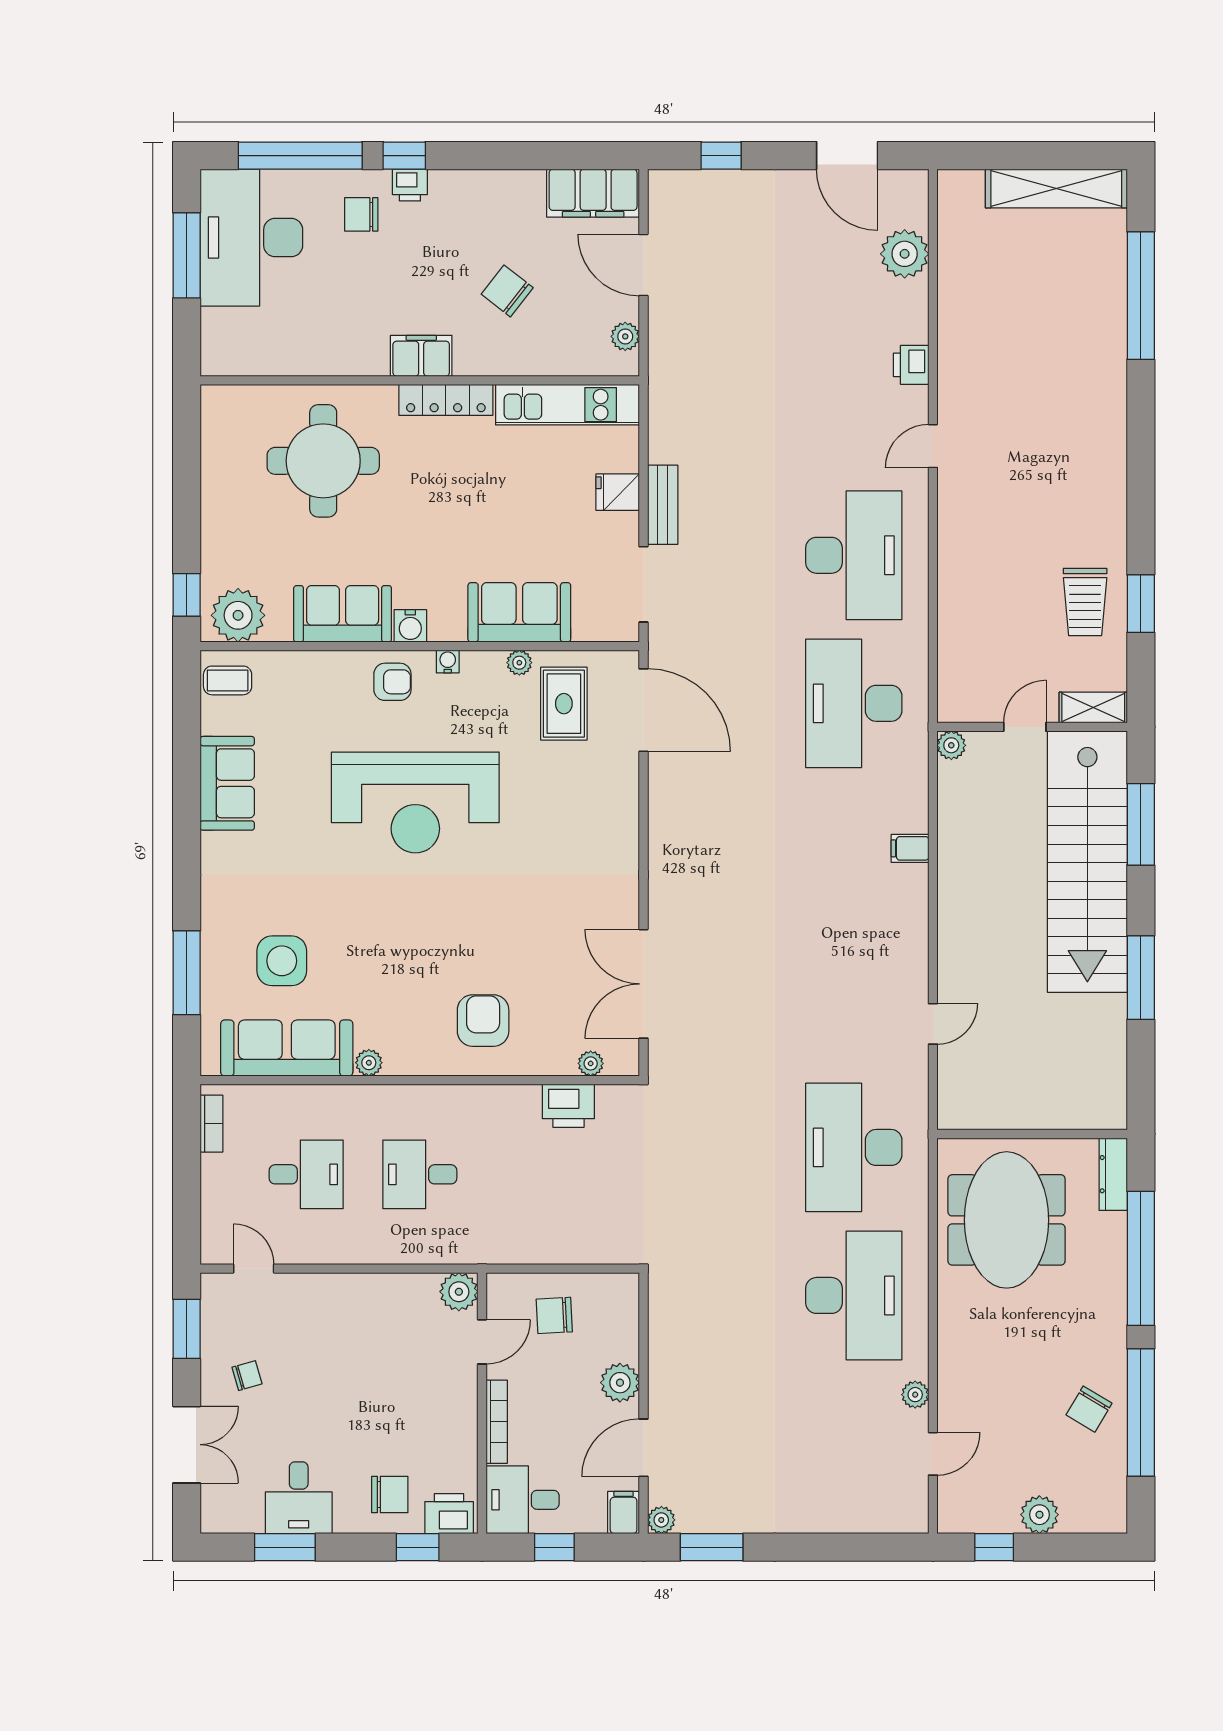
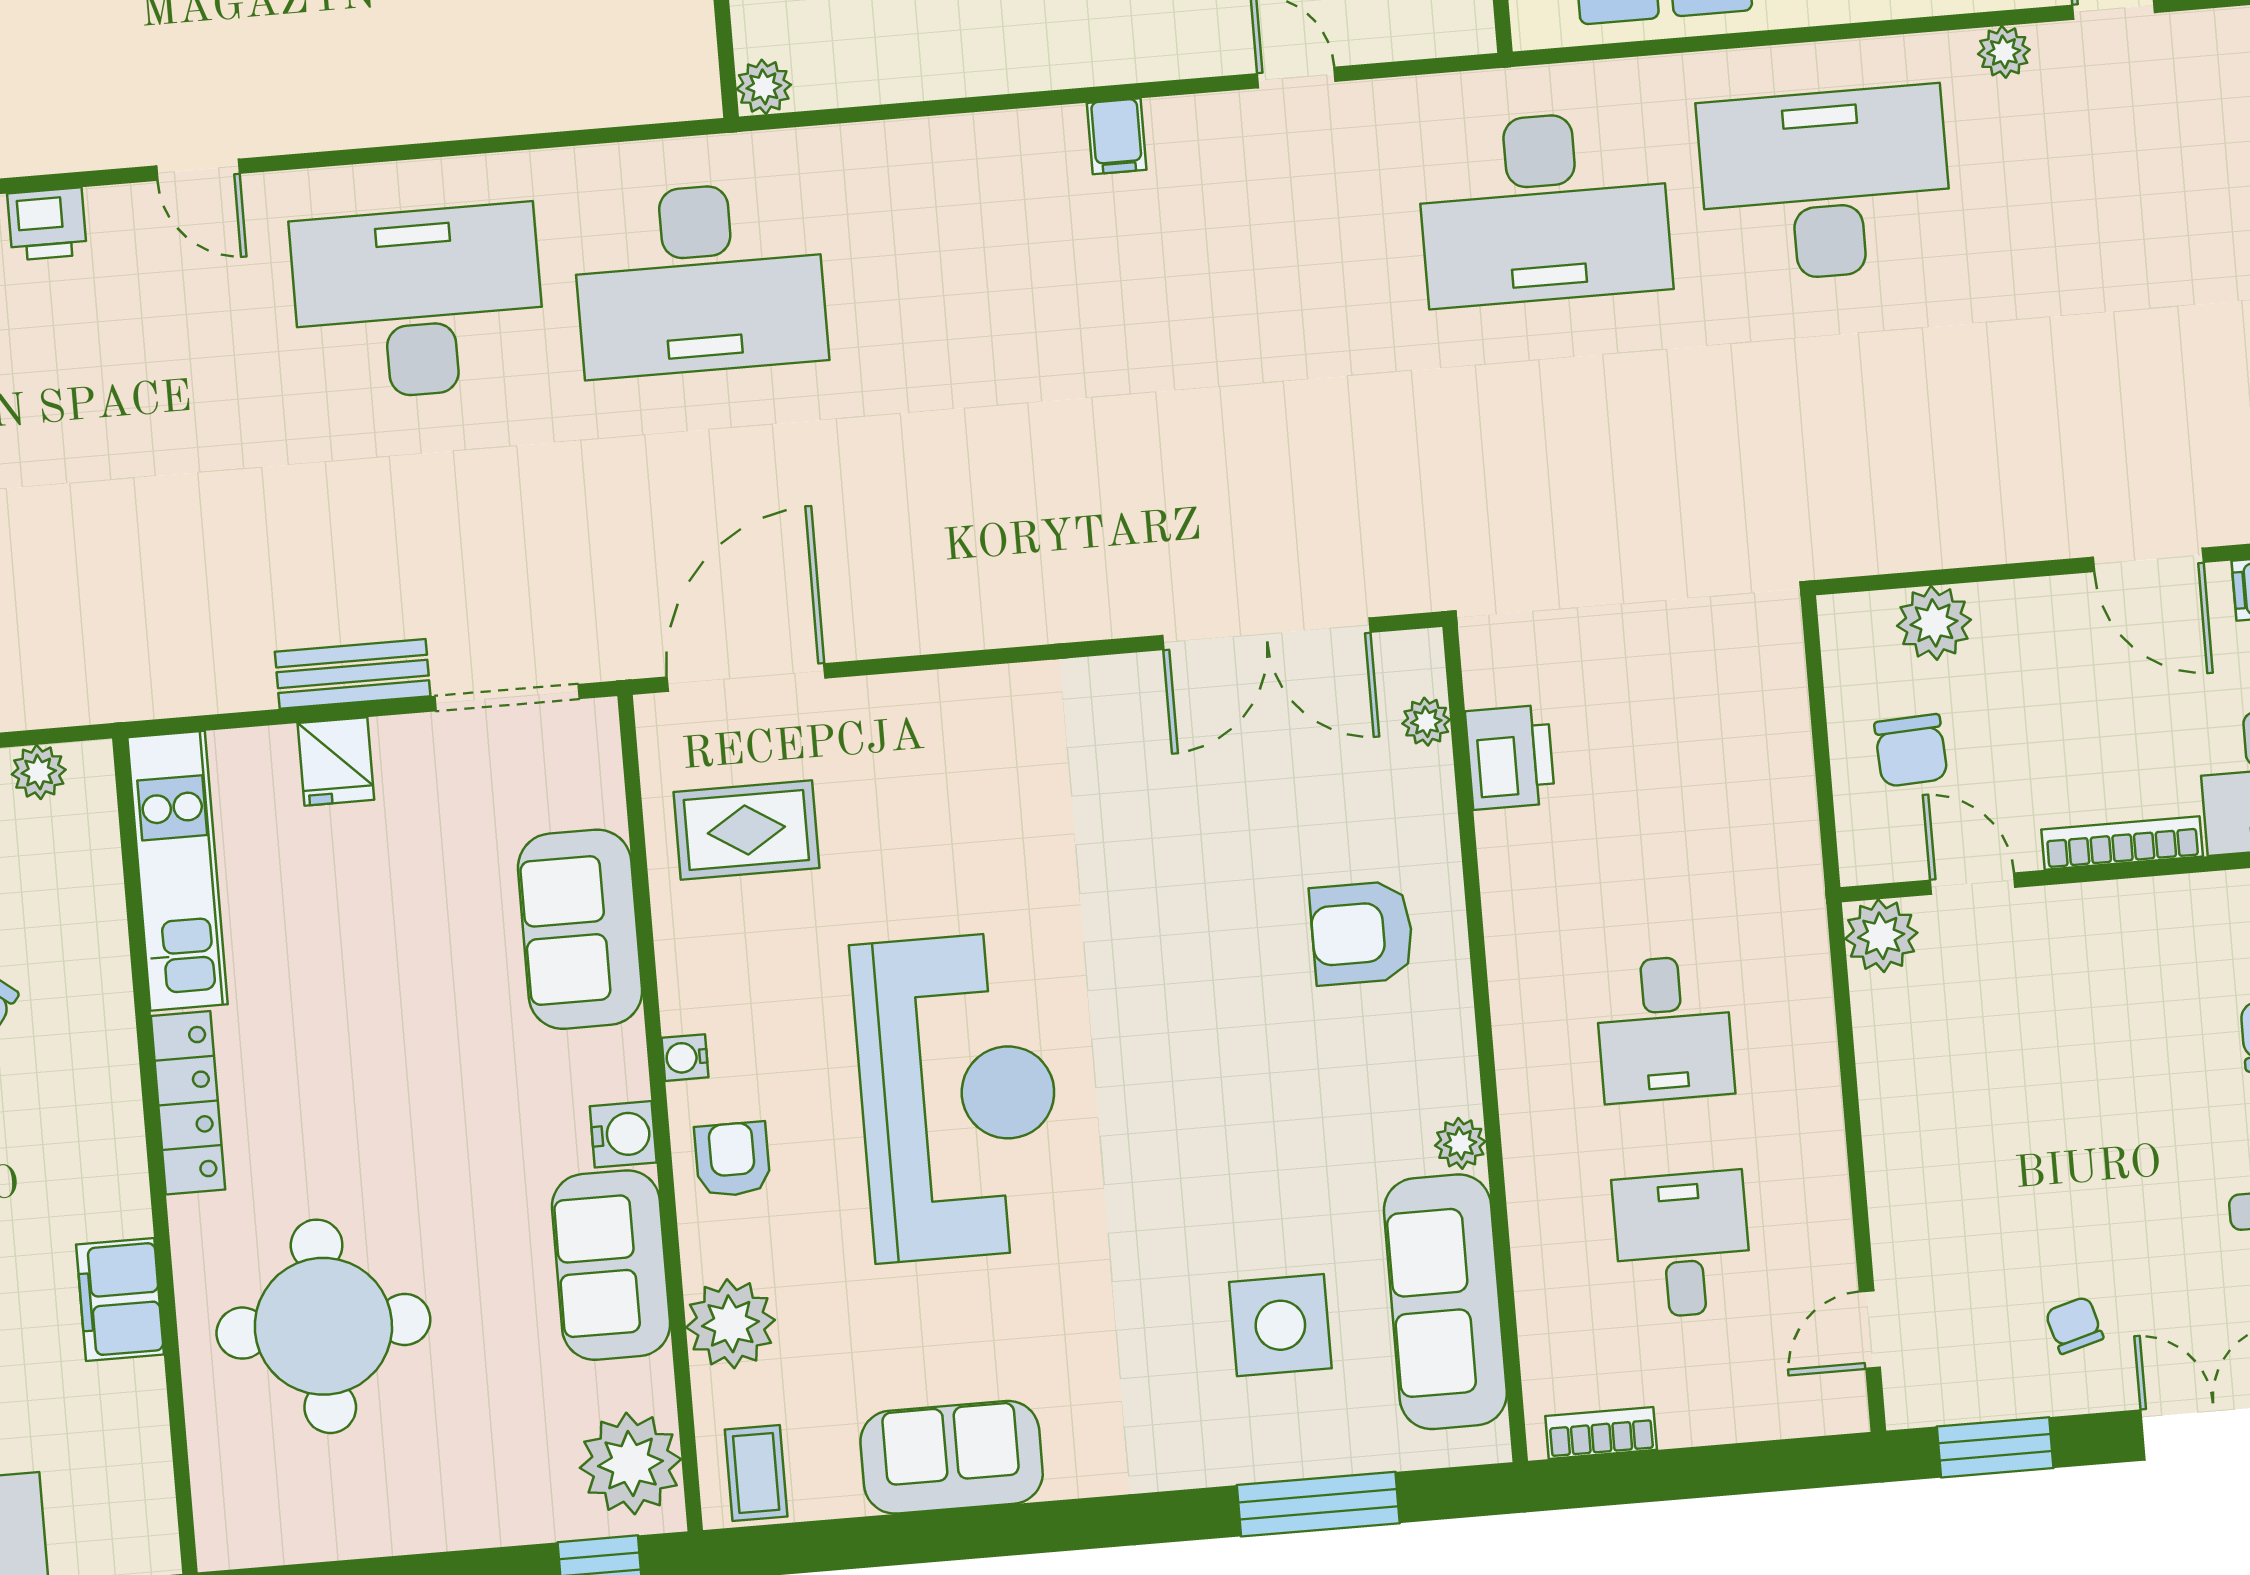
filing cabinet: (421, 356) -> (120, 1300), moved
plant: (519, 663) -> (731, 1324), moved, width x1.87, depth x1.87
filing cabinet: (910, 848) -> (1117, 136), moved
plant: (620, 1383) -> (1934, 623), moved

